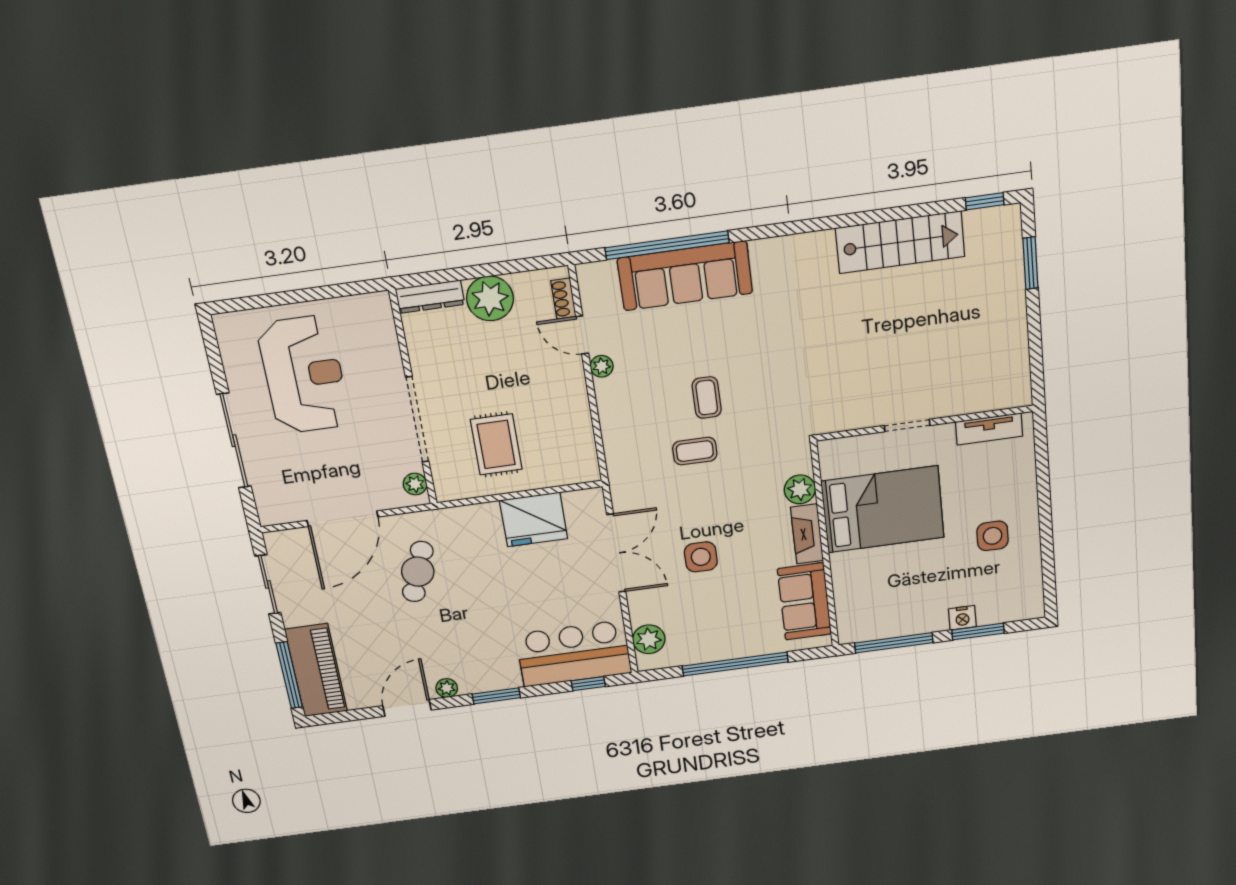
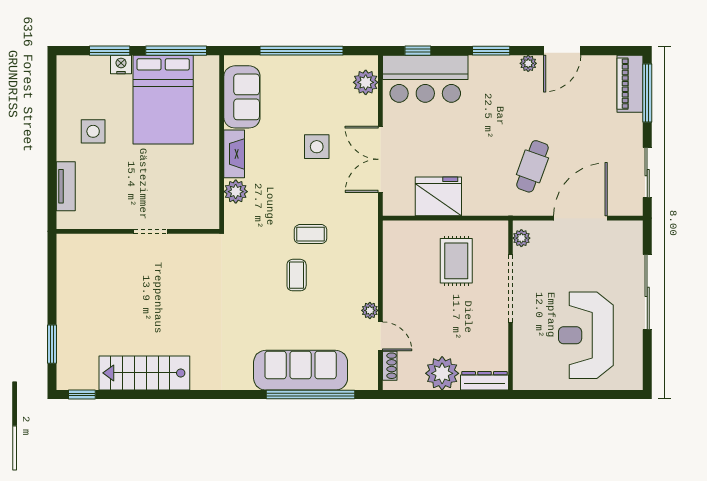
tv unit: (989, 429) -> (66, 186), moved, turned 90
bed: (883, 509) -> (163, 100), moved, turned -90
piano: (316, 670) -> (630, 84), width x0.73, depth x0.75

